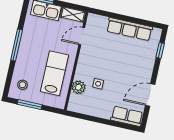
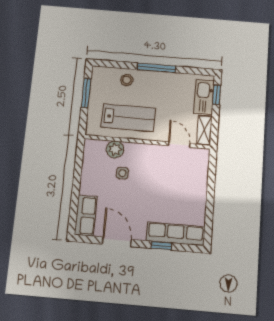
row of seats: (129, 29) -> (176, 234), moved, turned 90
window: (160, 50) -> (161, 246), moved
stool: (22, 85) -> (127, 80), moved

